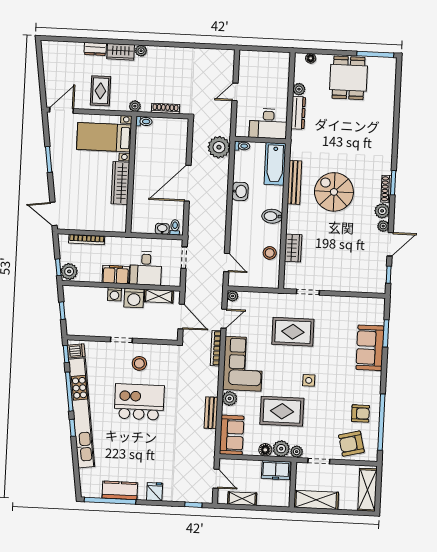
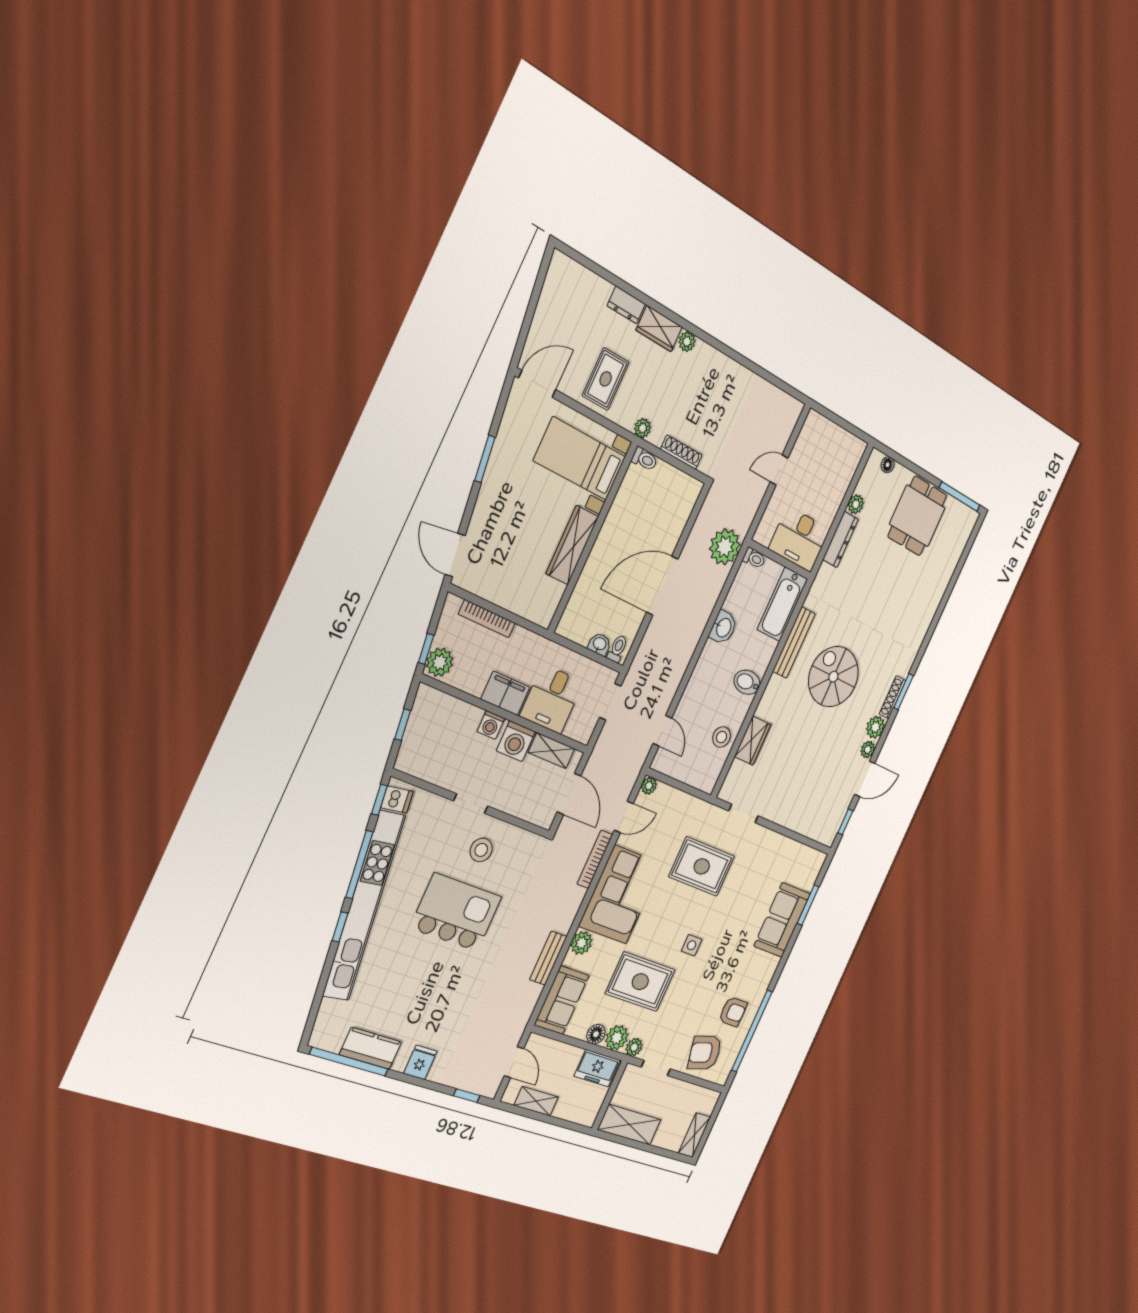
shelving: (367, 490) -> (694, 1135), width x0.67, depth x0.75

